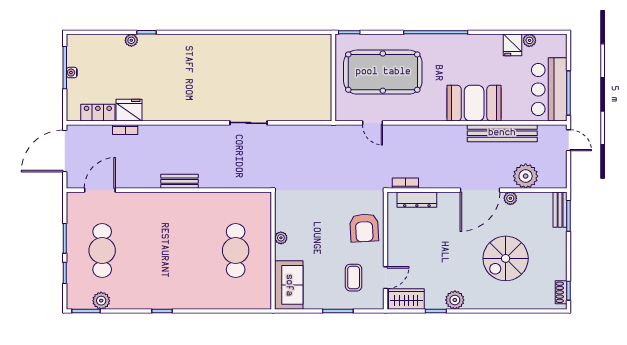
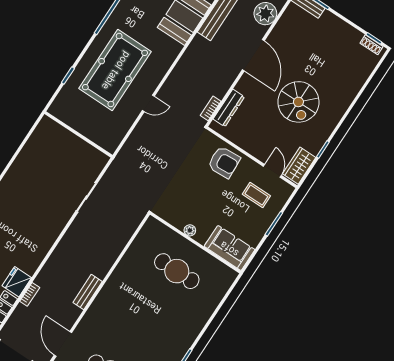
wall: (333, 78) -> (78, 134), moved
bench: (179, 181) -> (88, 292), moved
plant: (510, 198) -> (275, 36), removed
spiral stairs: (506, 258) -> (298, 102), moved
plant: (455, 300) -> (324, 129), removed

